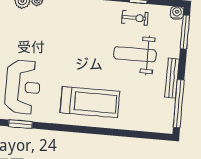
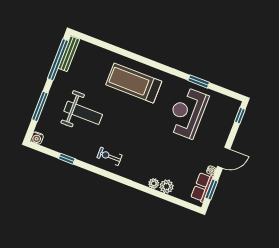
exercise bike: (135, 18) -> (109, 156), moved
window: (185, 32) -> (40, 106), moved
bench: (172, 78) -> (69, 54), moved

